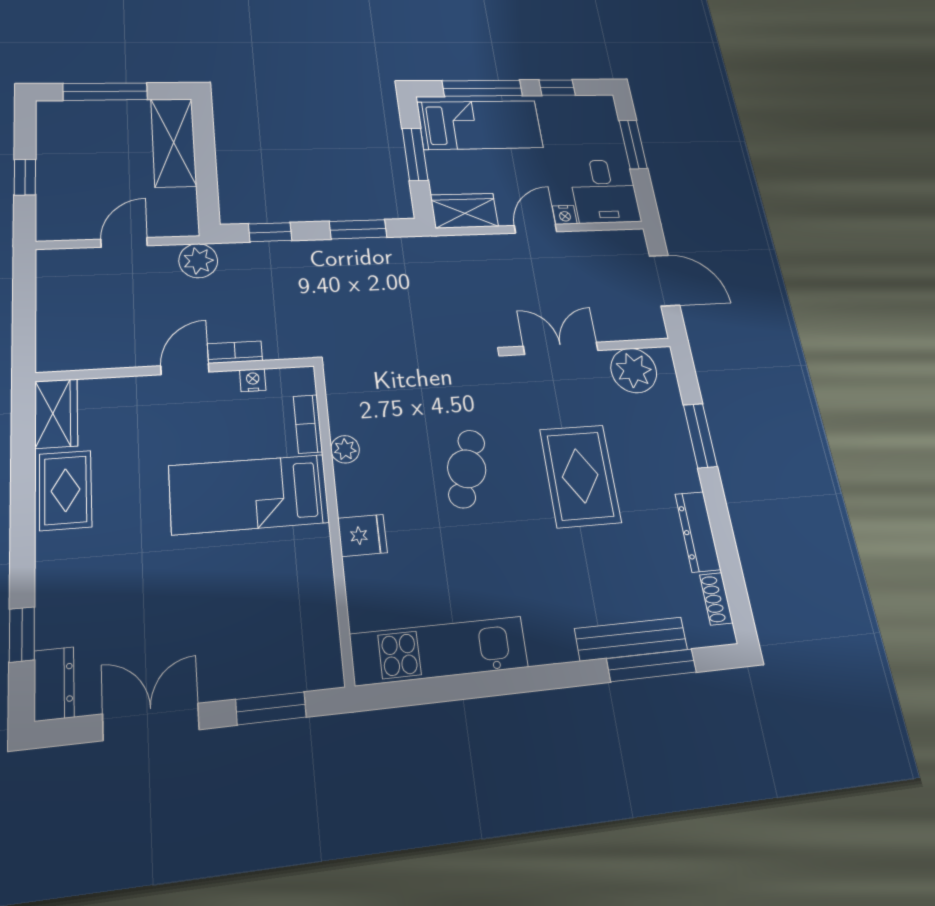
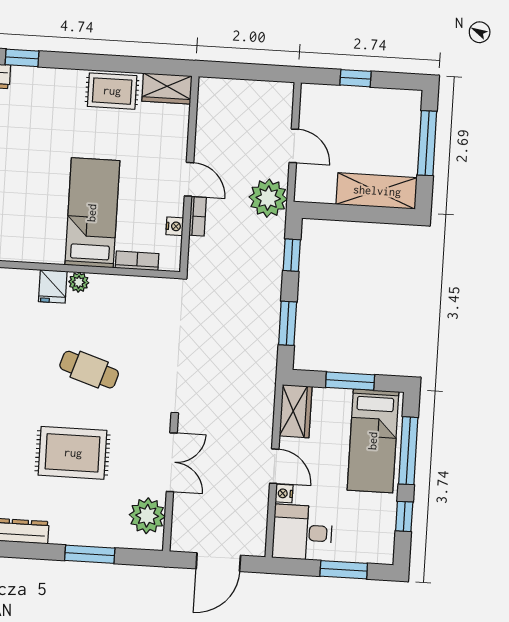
plant: (198, 261) -> (268, 198), width x1.36, depth x1.36
plant: (345, 449) -> (79, 282), moved

